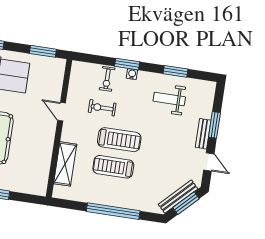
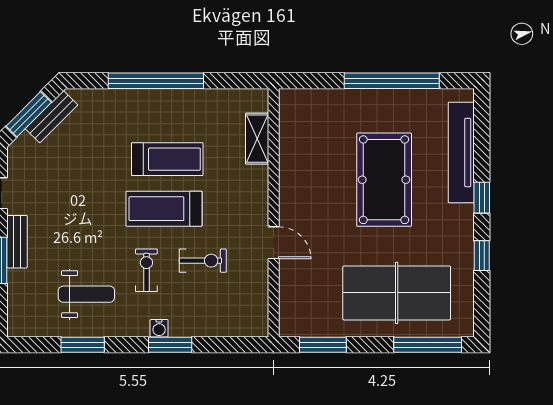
exercise bike: (107, 79) -> (146, 270), moved
shelving: (65, 164) -> (257, 139), width x0.67, depth x0.75
bench: (178, 197) -> (52, 117), width x0.73

